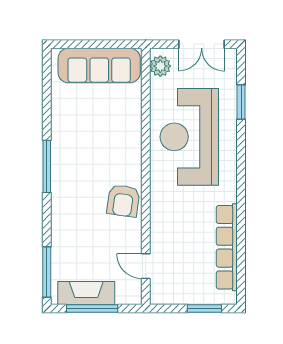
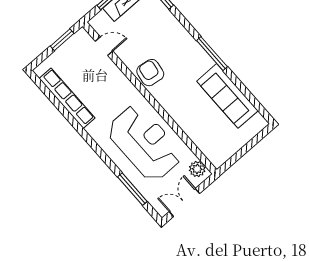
sofa: (99, 66) -> (227, 96), moved, turned -90
window: (241, 102) -> (132, 189), width x1.44
window: (204, 309) -> (62, 40), moved

